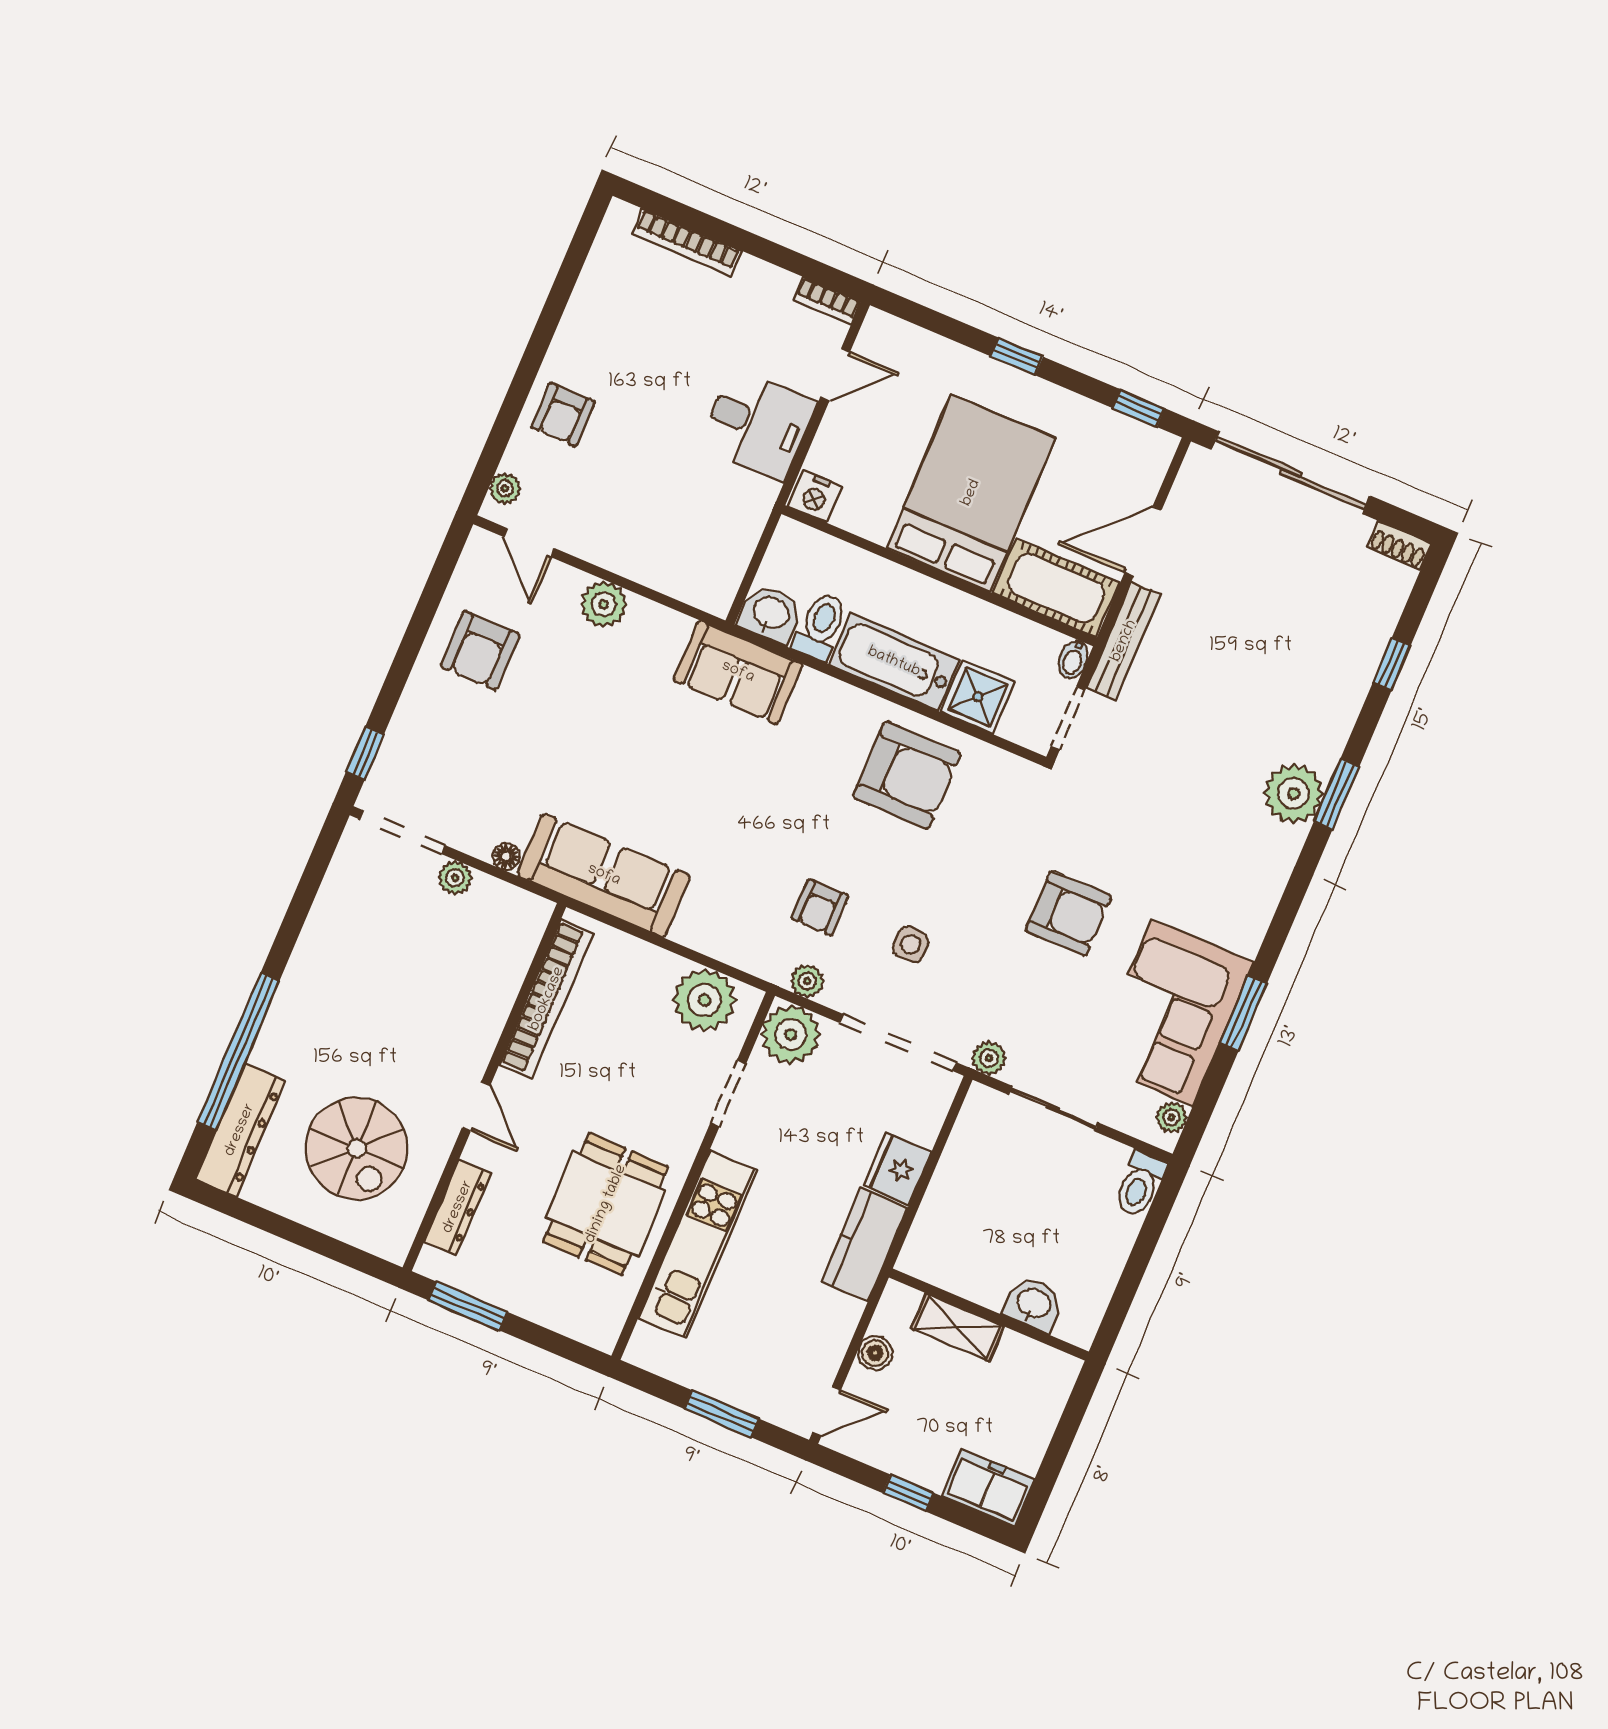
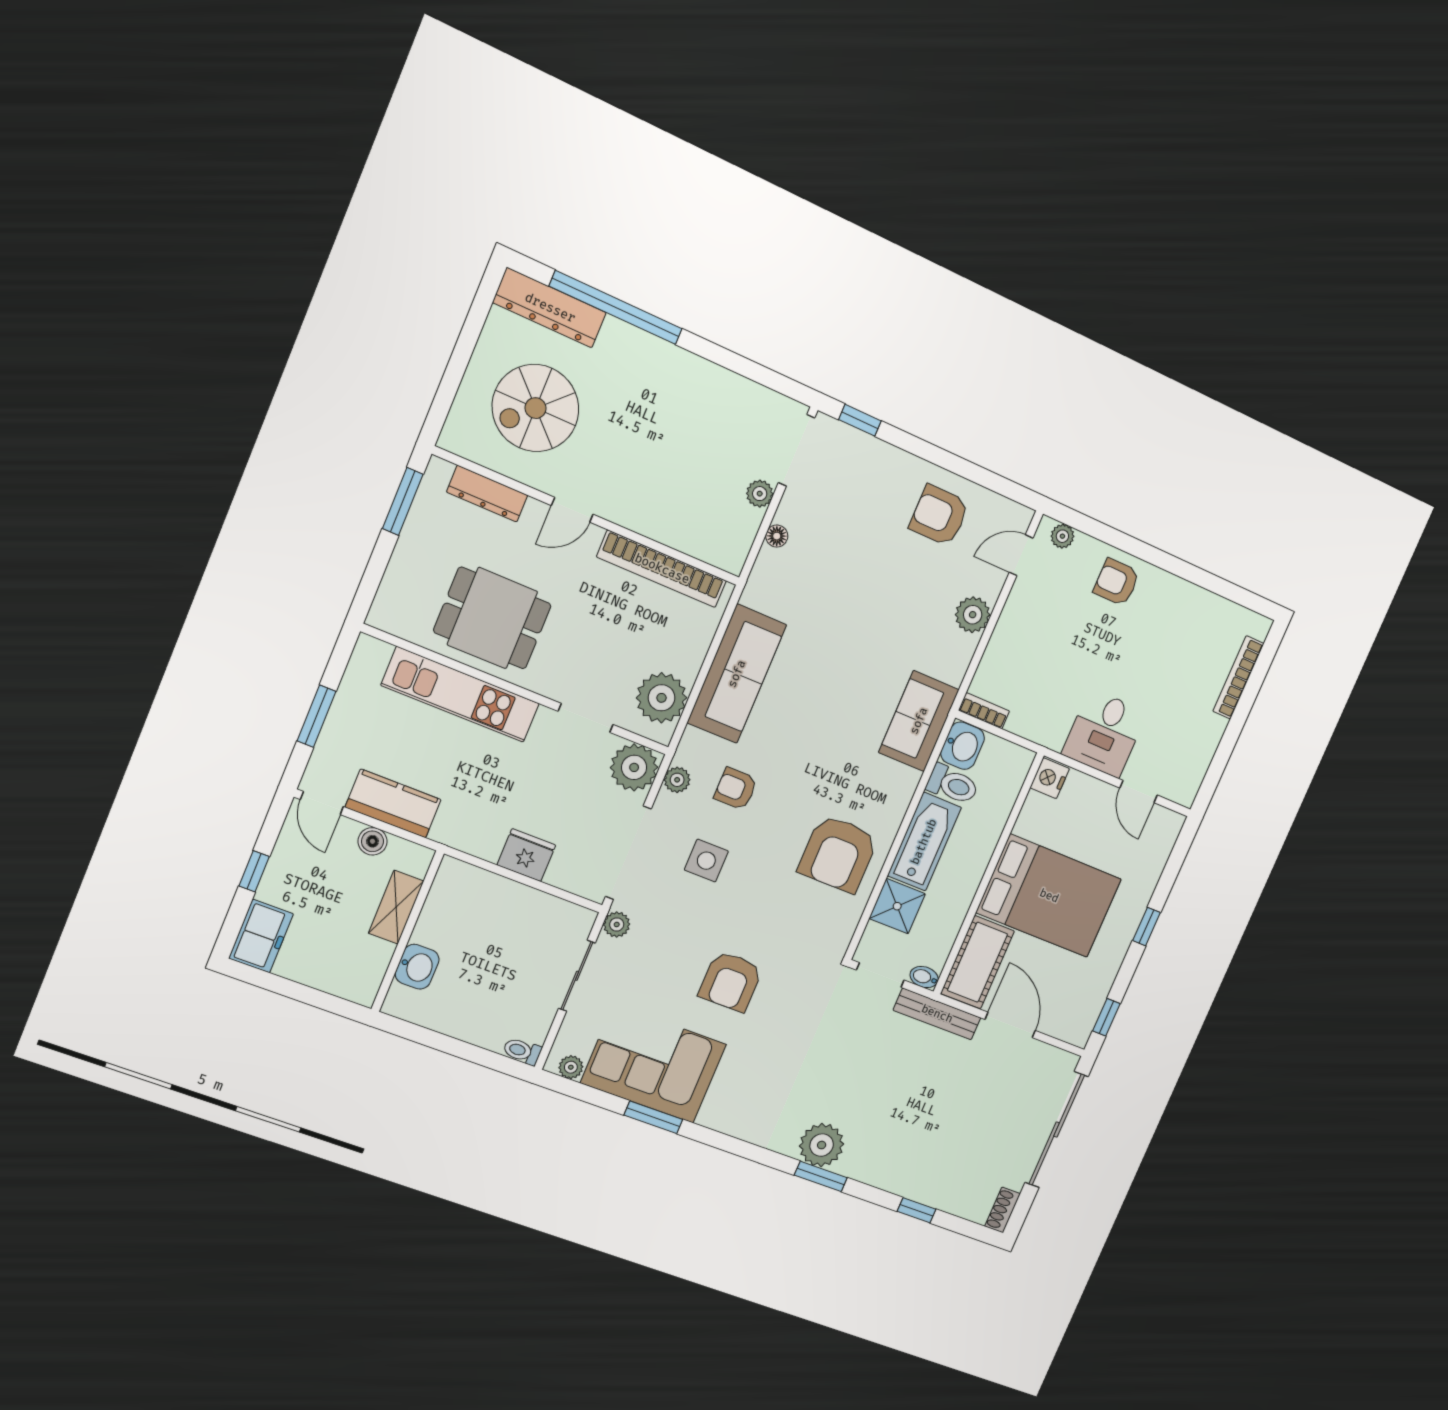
bookcase: (827, 301) -> (984, 711), moved, turned 90
sofa: (604, 875) -> (737, 674), moved
side table: (911, 945) -> (706, 861), width x1.37, depth x1.37
toilet: (1140, 1184) -> (522, 1051), width x0.73, depth x0.72
kitchen counter: (864, 1245) -> (393, 803), moved

